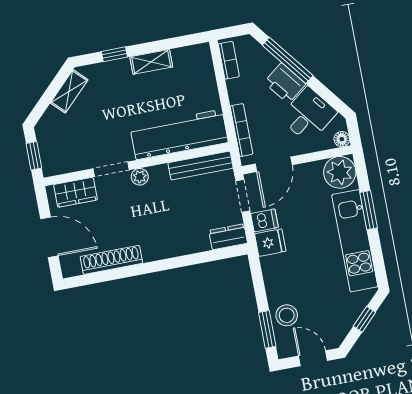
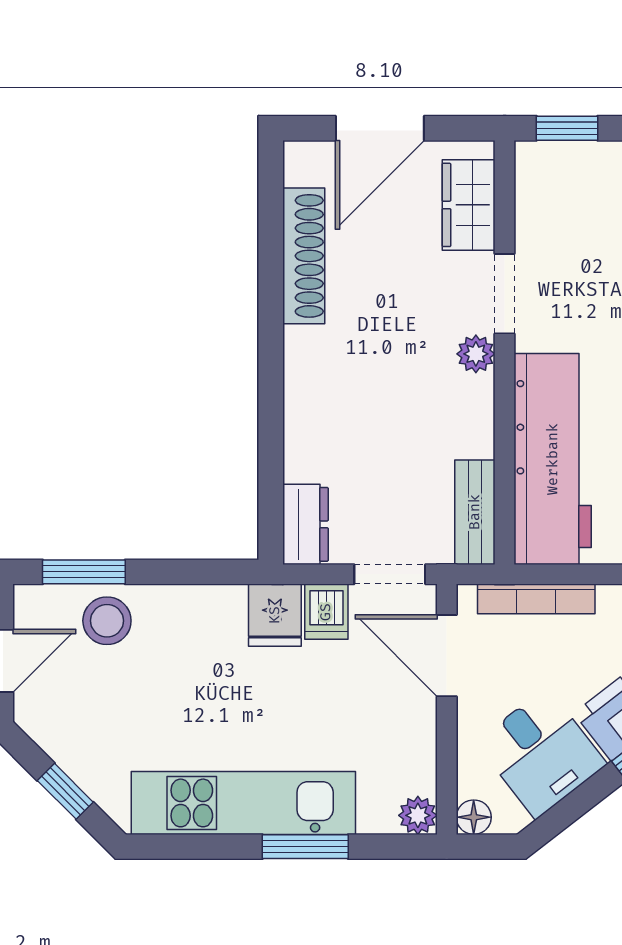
bench: (201, 166) -> (475, 512), width x0.73
plant: (340, 172) -> (418, 815), width x0.53, depth x0.53

